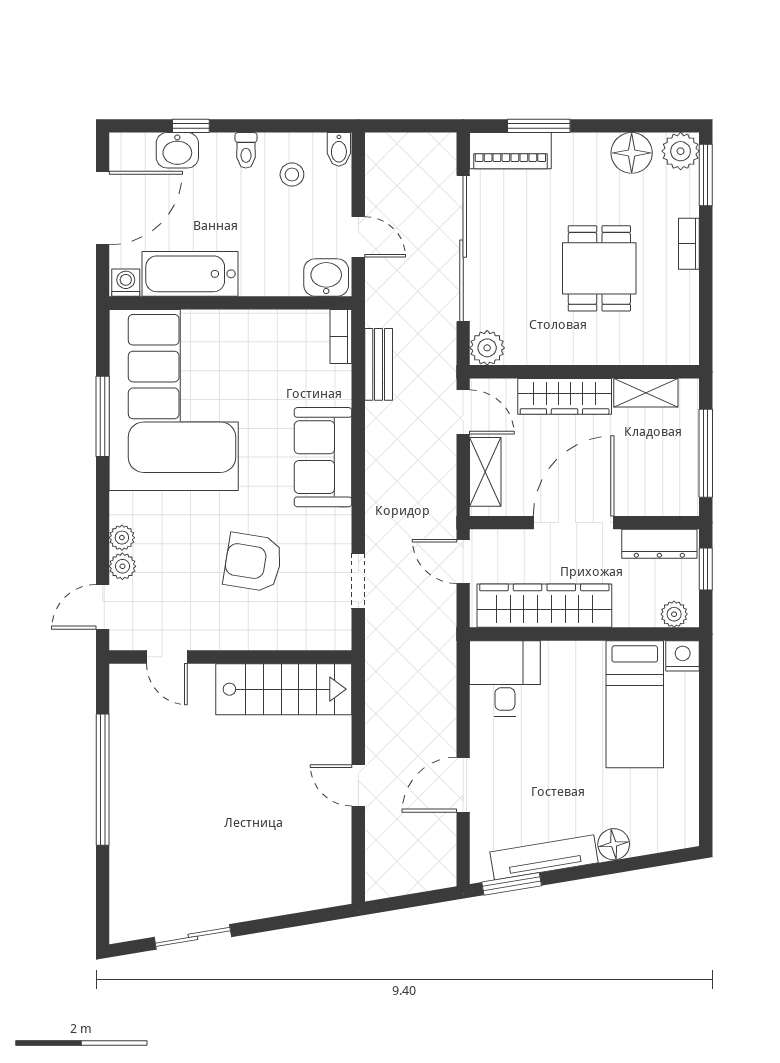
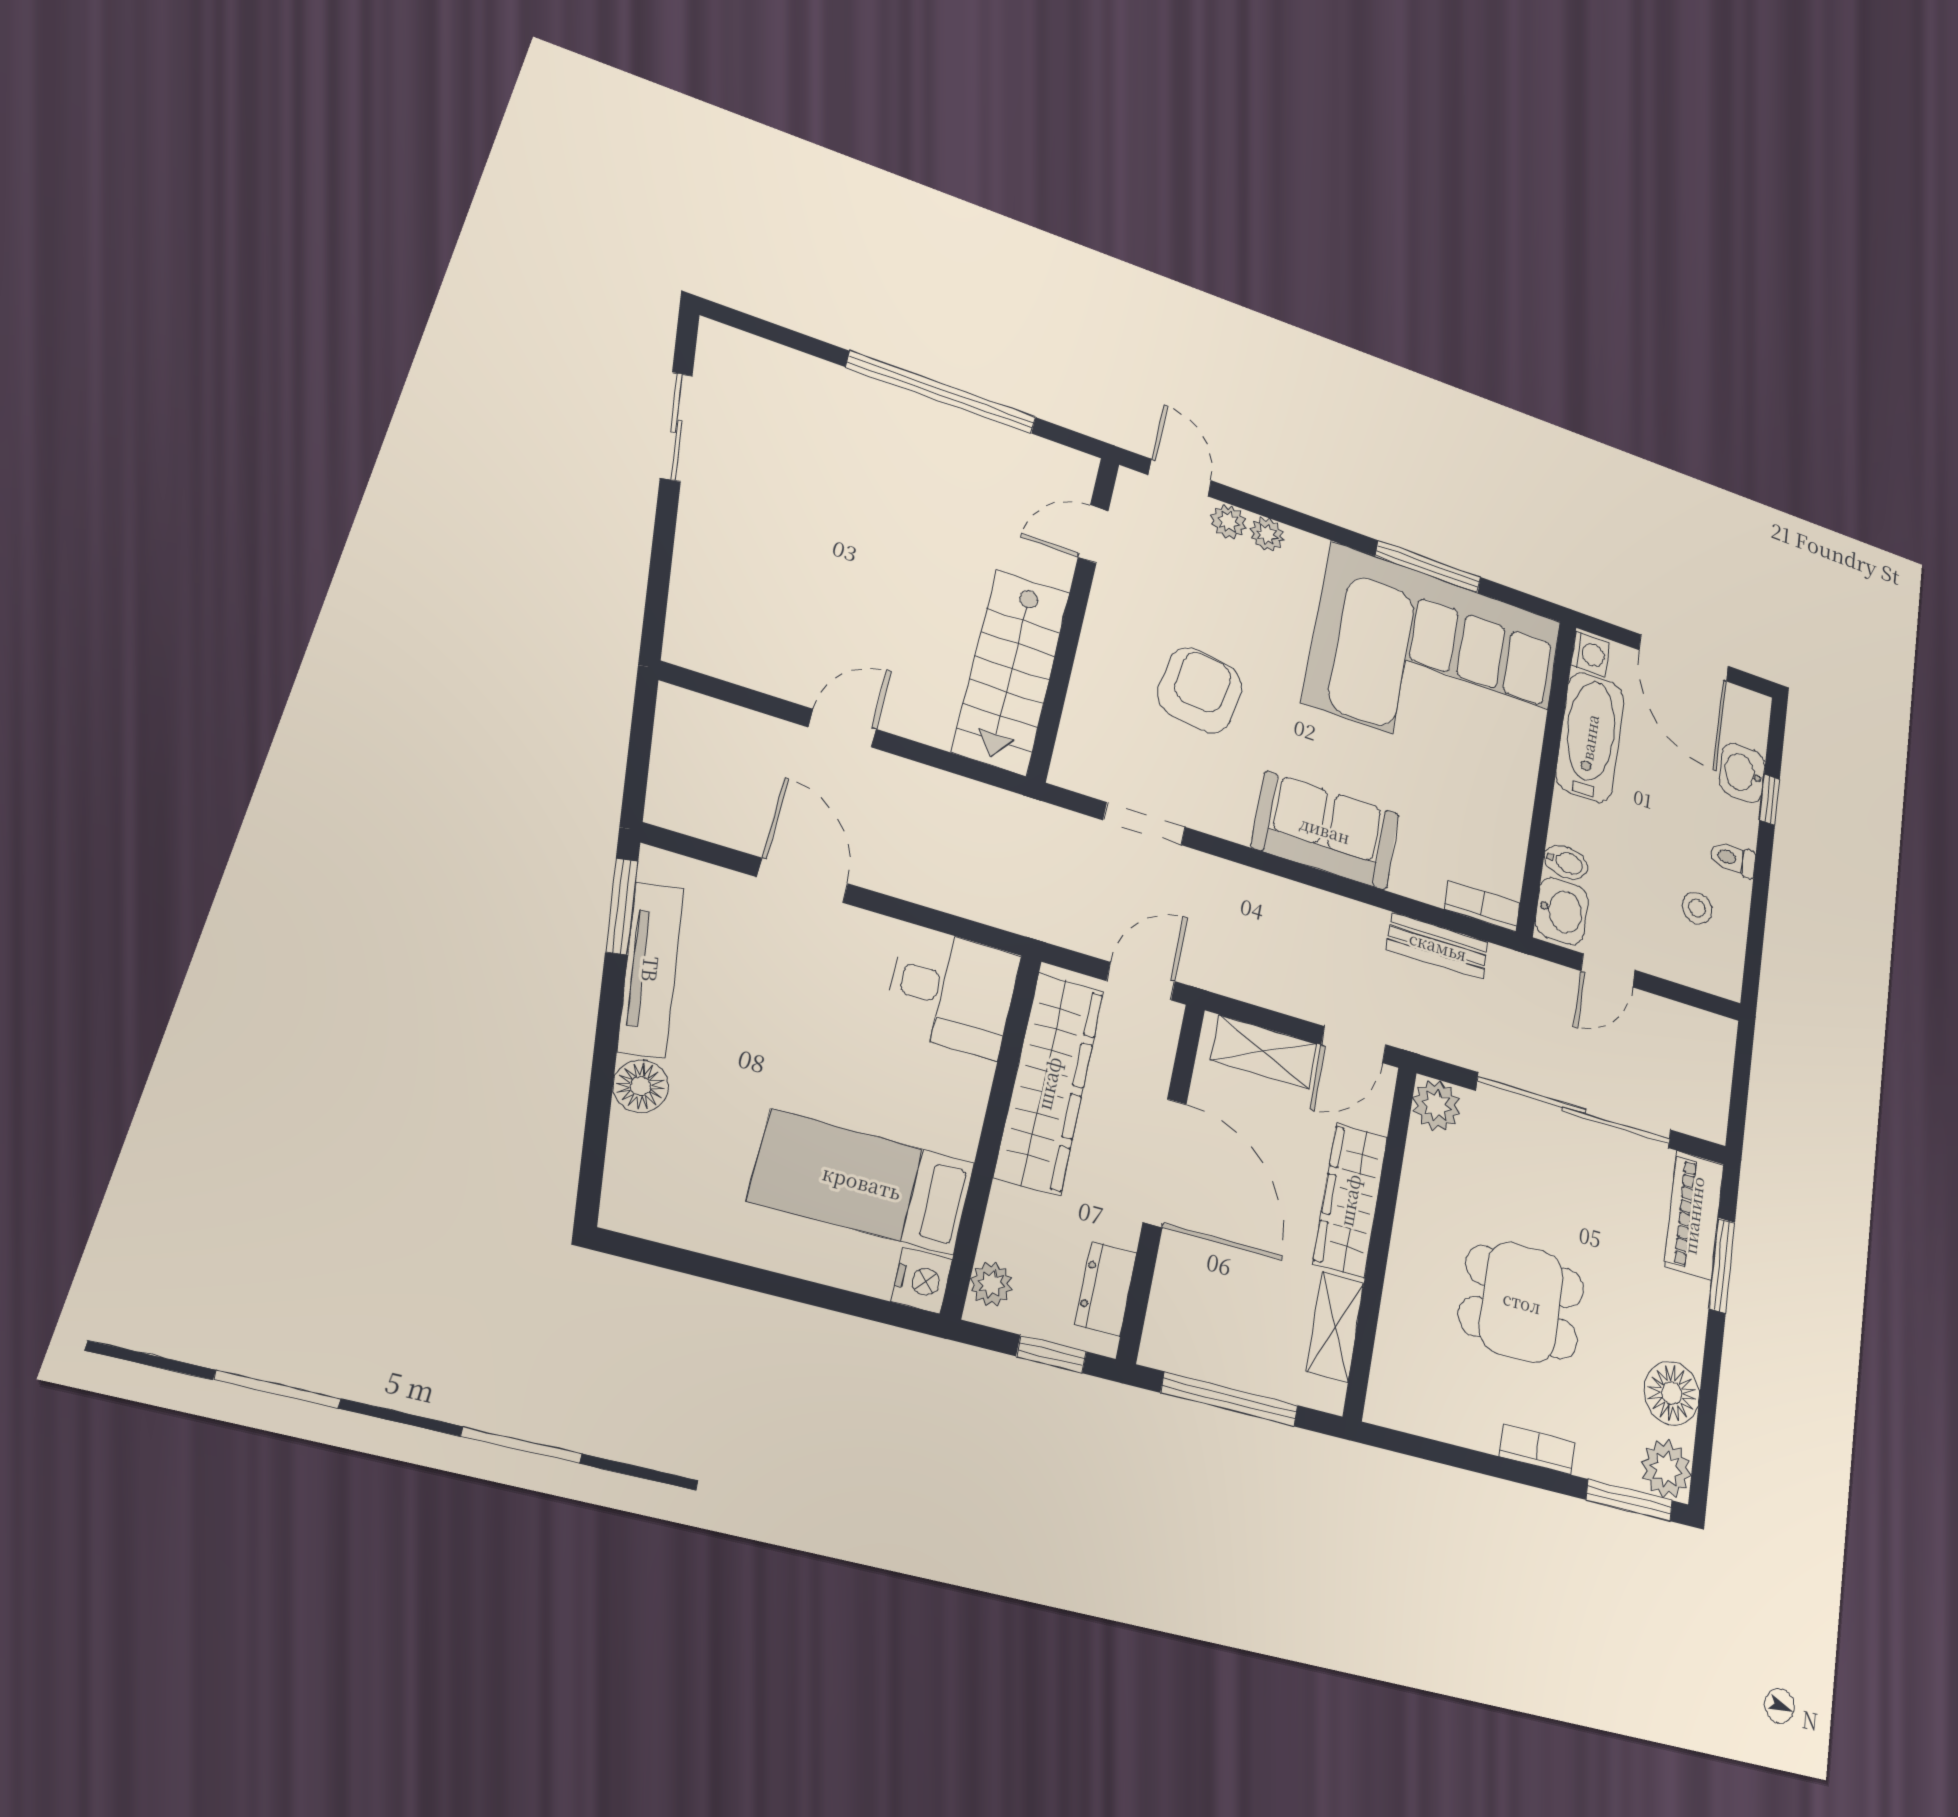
bidet: (339, 149) -> (1566, 862), moved, turned 180
dresser: (659, 544) -> (1106, 1288), width x0.70

